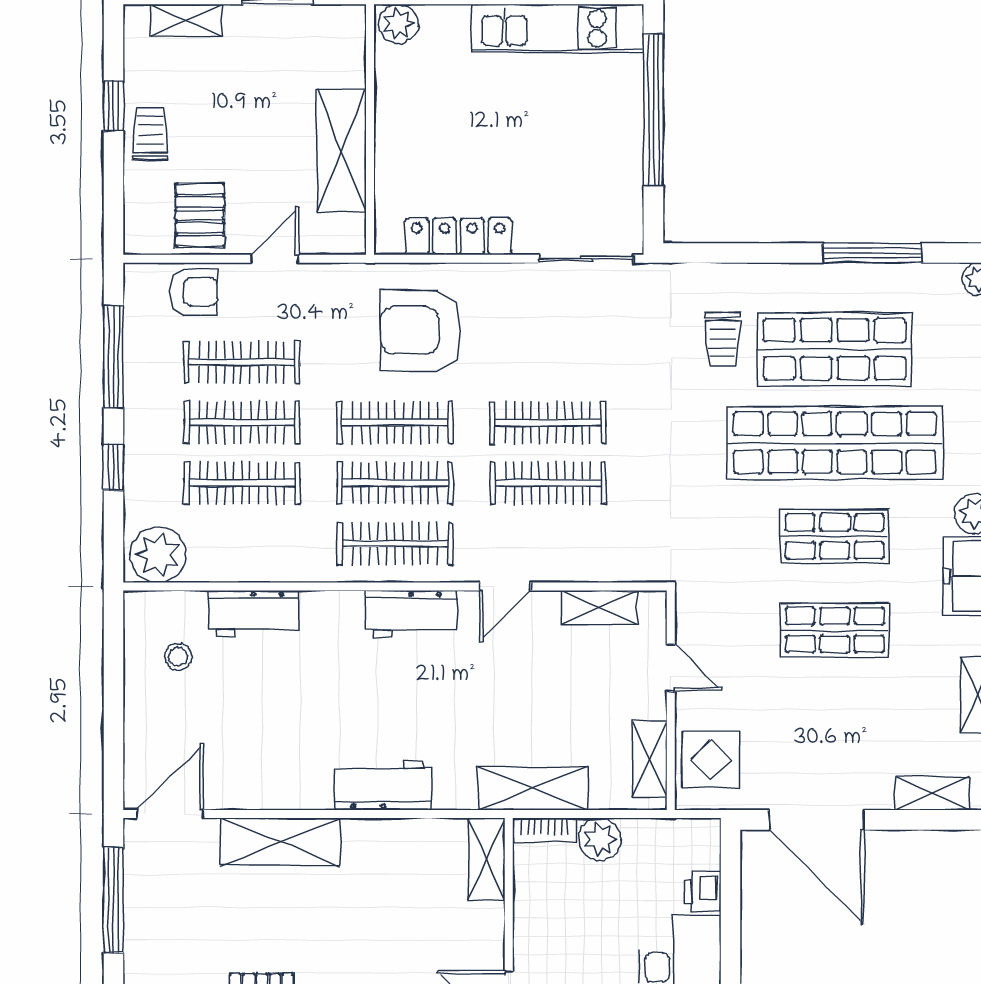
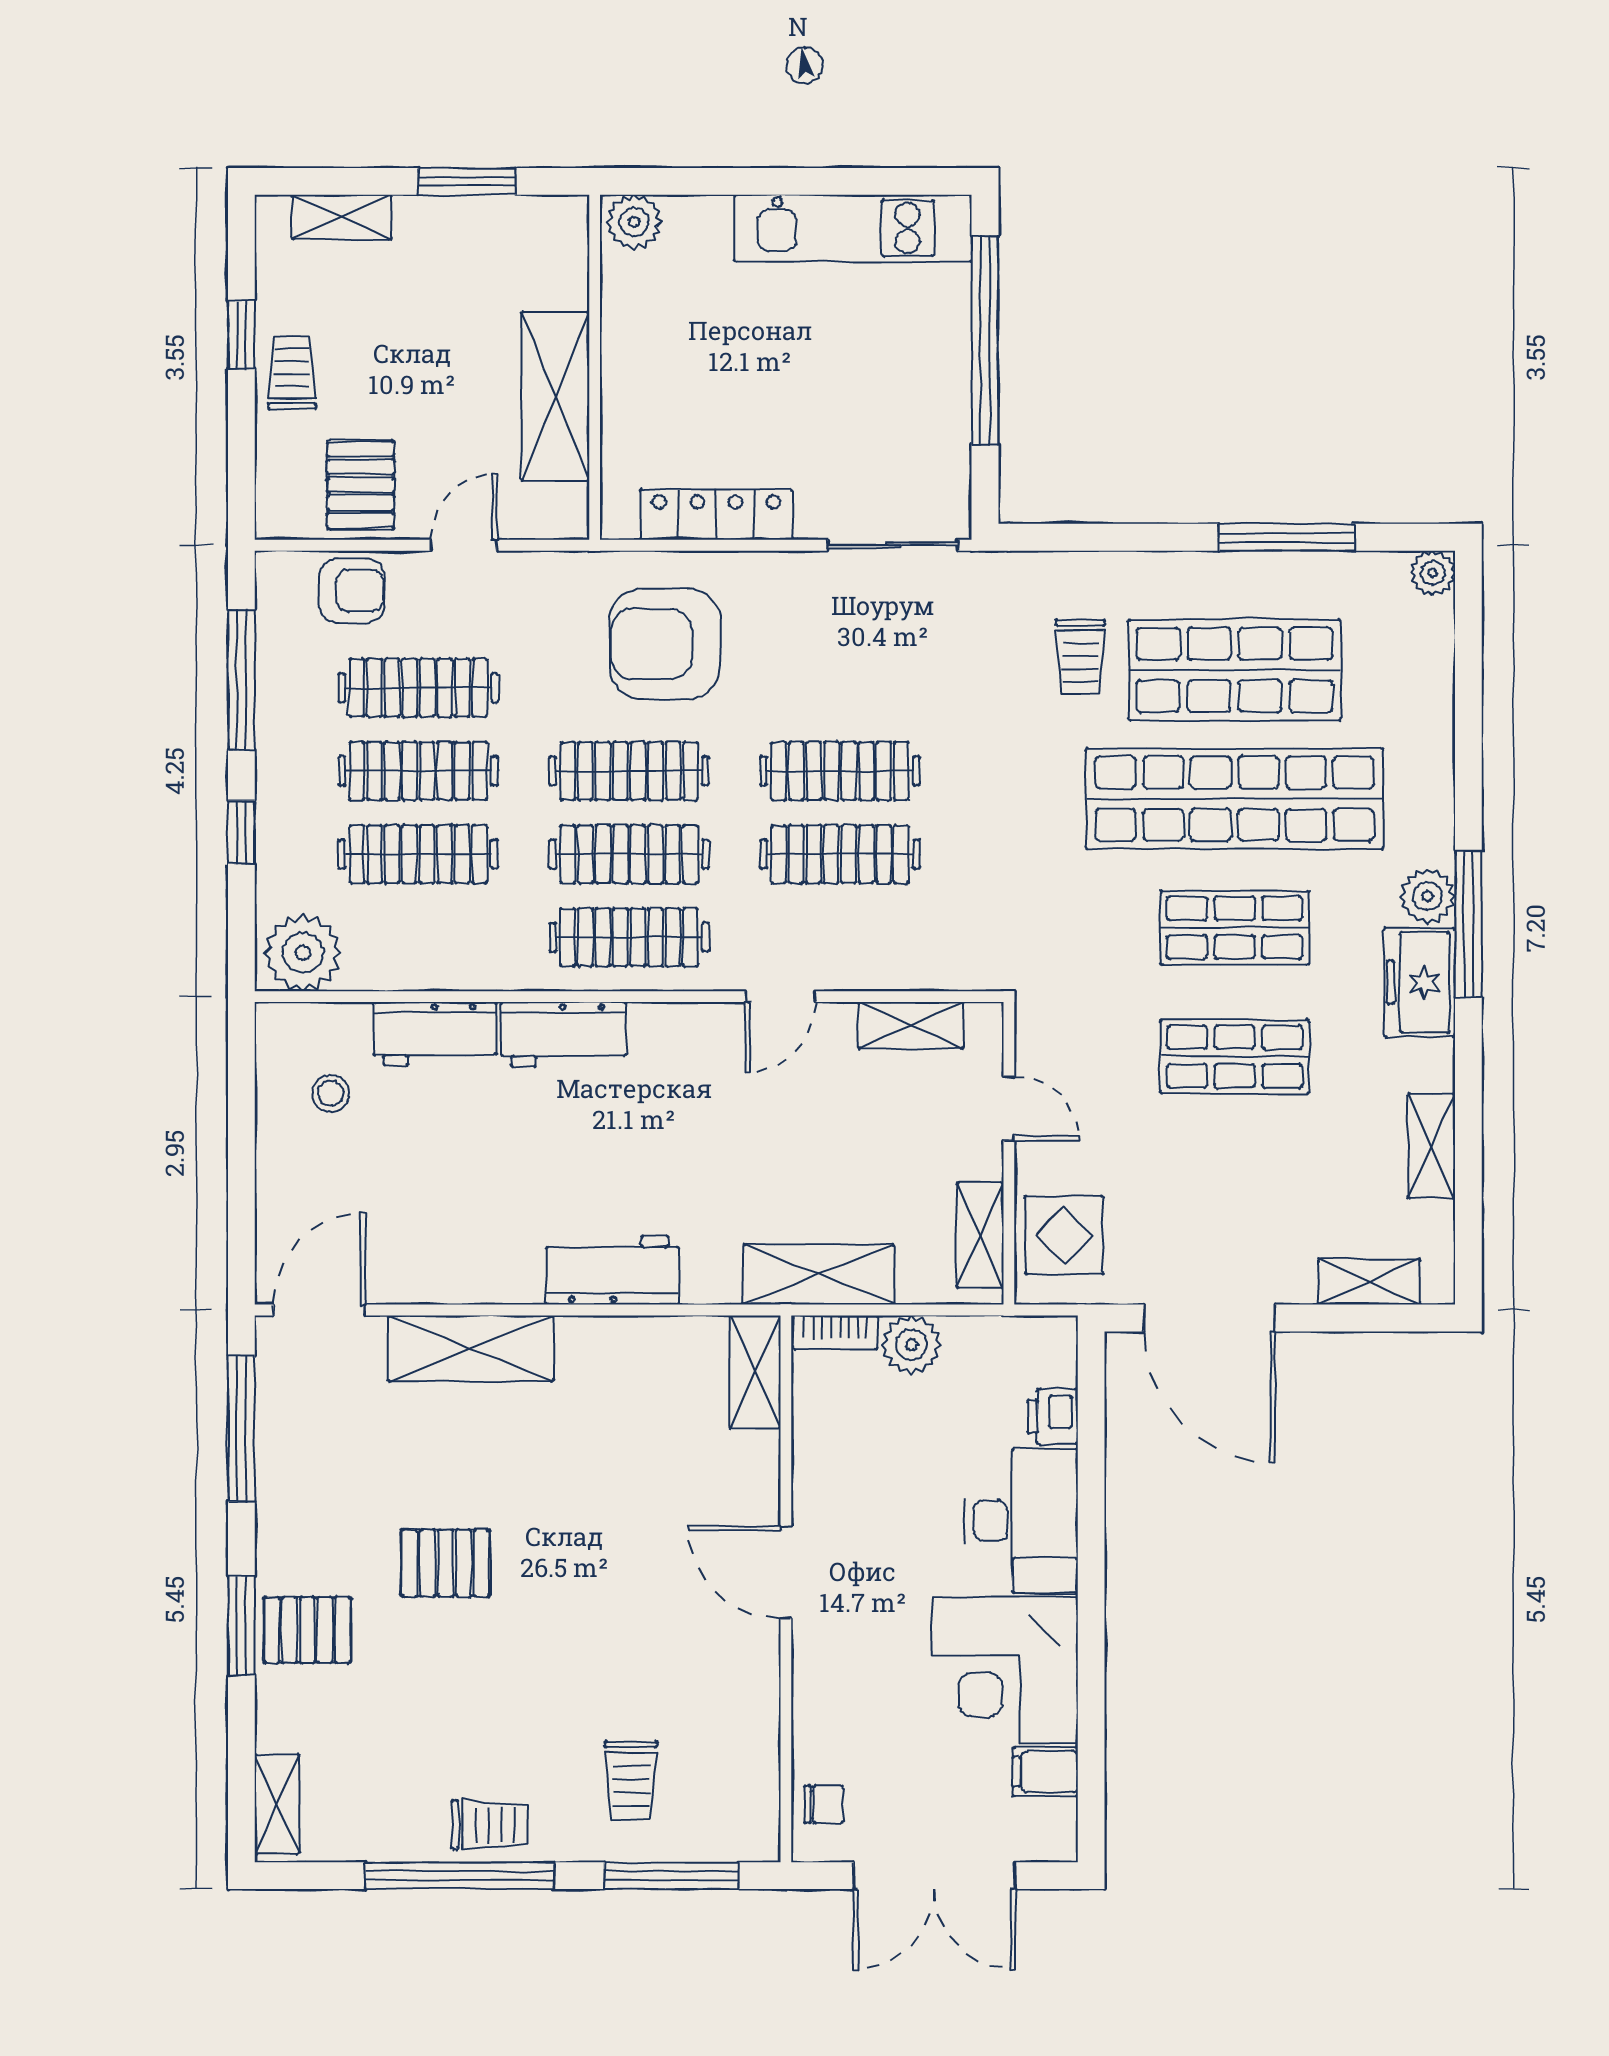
workbench: (411, 614) -> (563, 1034), moved

